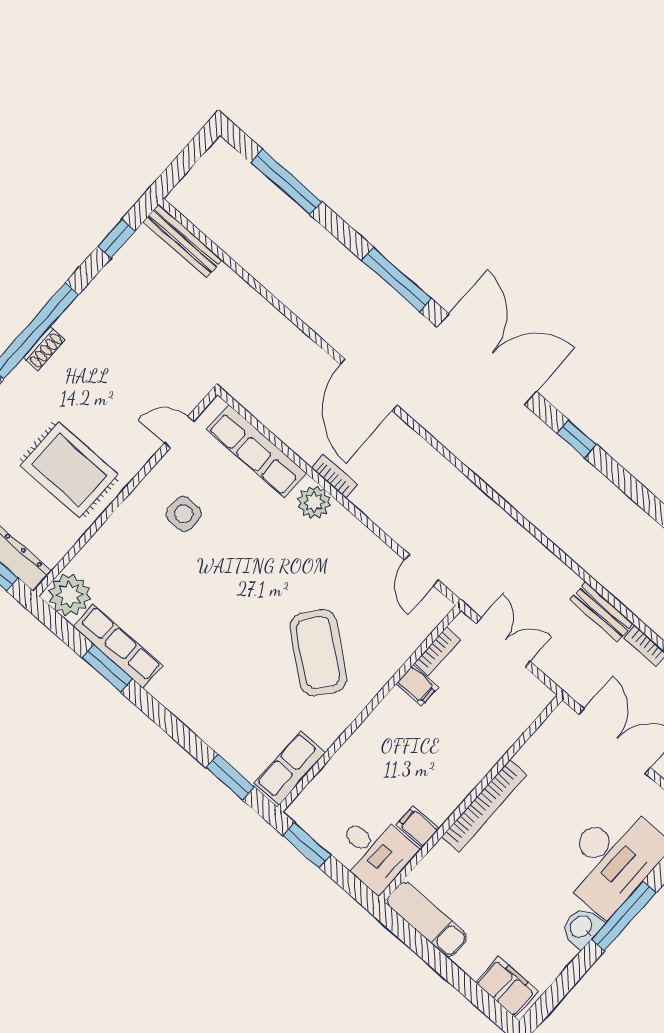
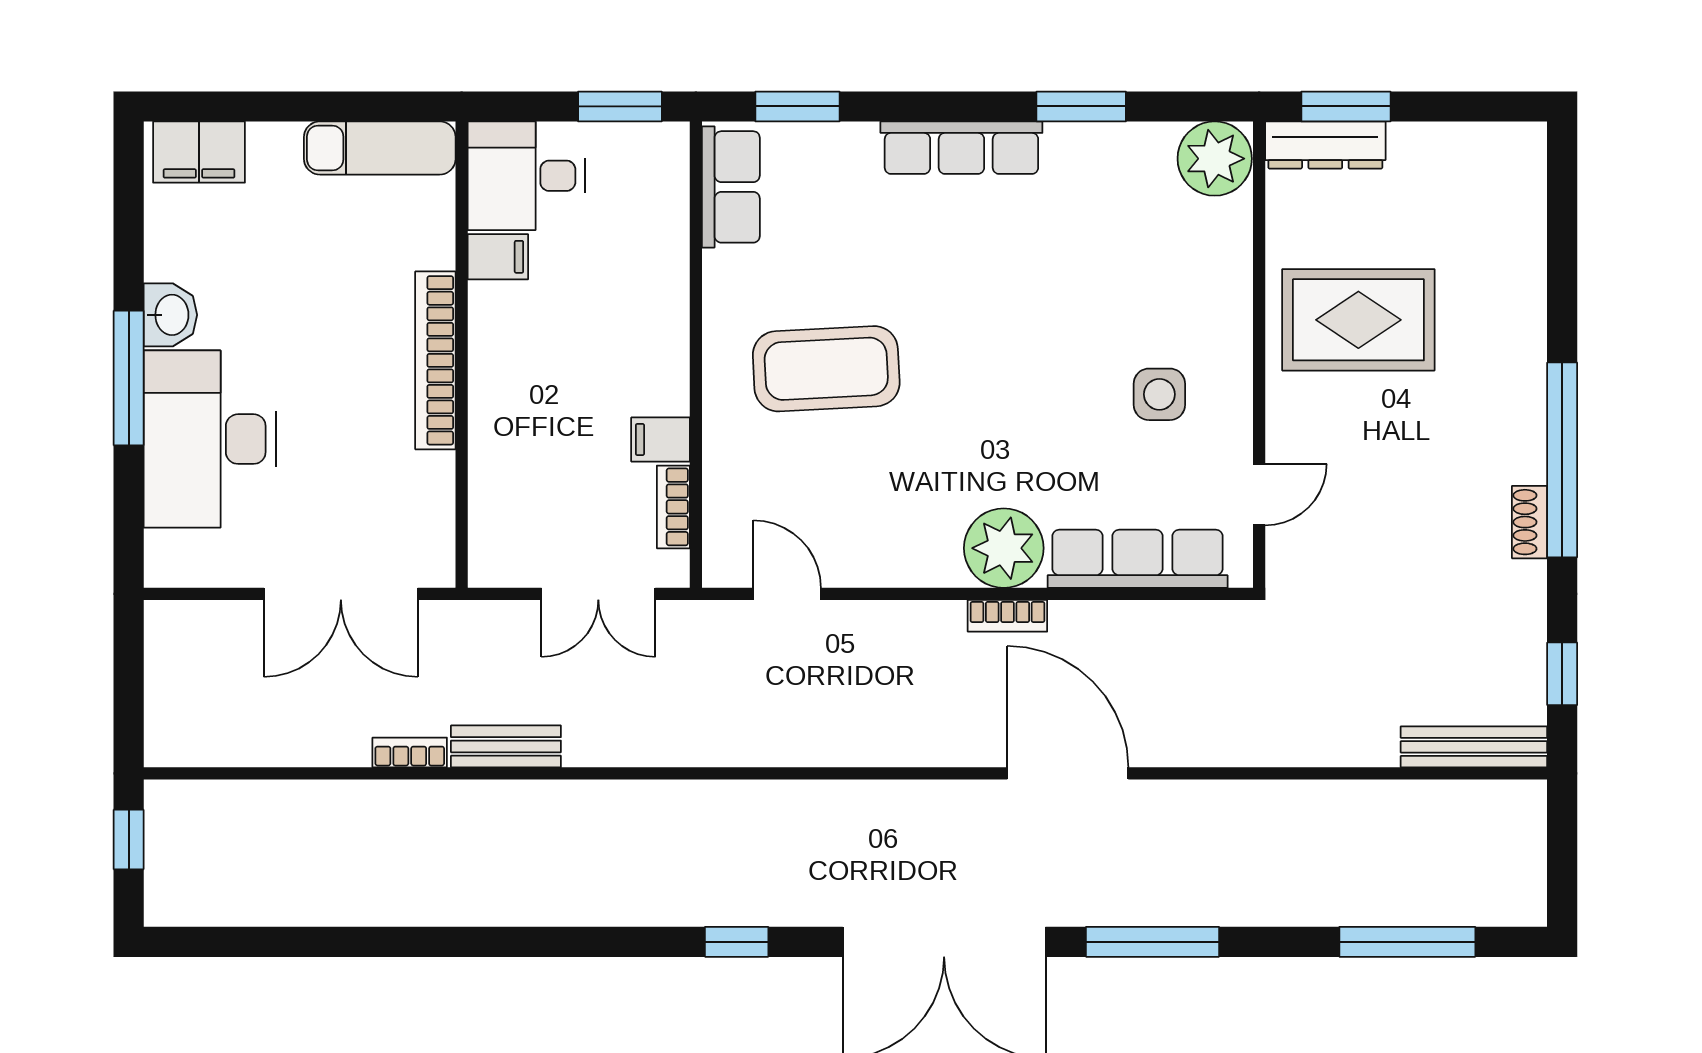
shoe rack: (44, 349) -> (1530, 522), moved
plant: (314, 502) -> (1004, 548), width x1.36, depth x1.36
row of seats: (118, 646) -> (961, 148), moved
coffee table: (318, 653) -> (826, 369), turned -41

